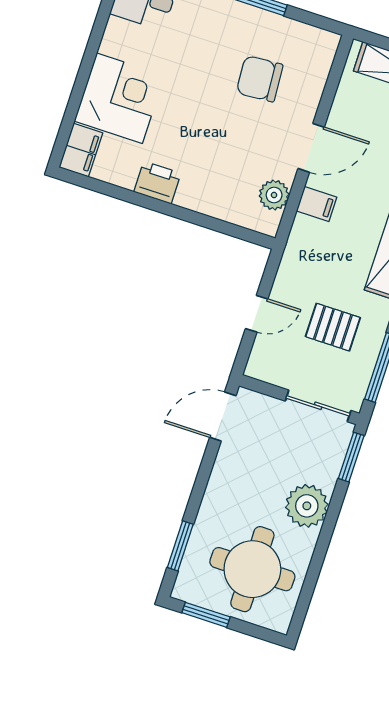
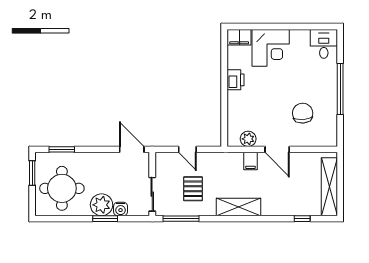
window: (351, 457) -> (105, 219), moved
water cooler: (326, 473) -> (121, 209), added

